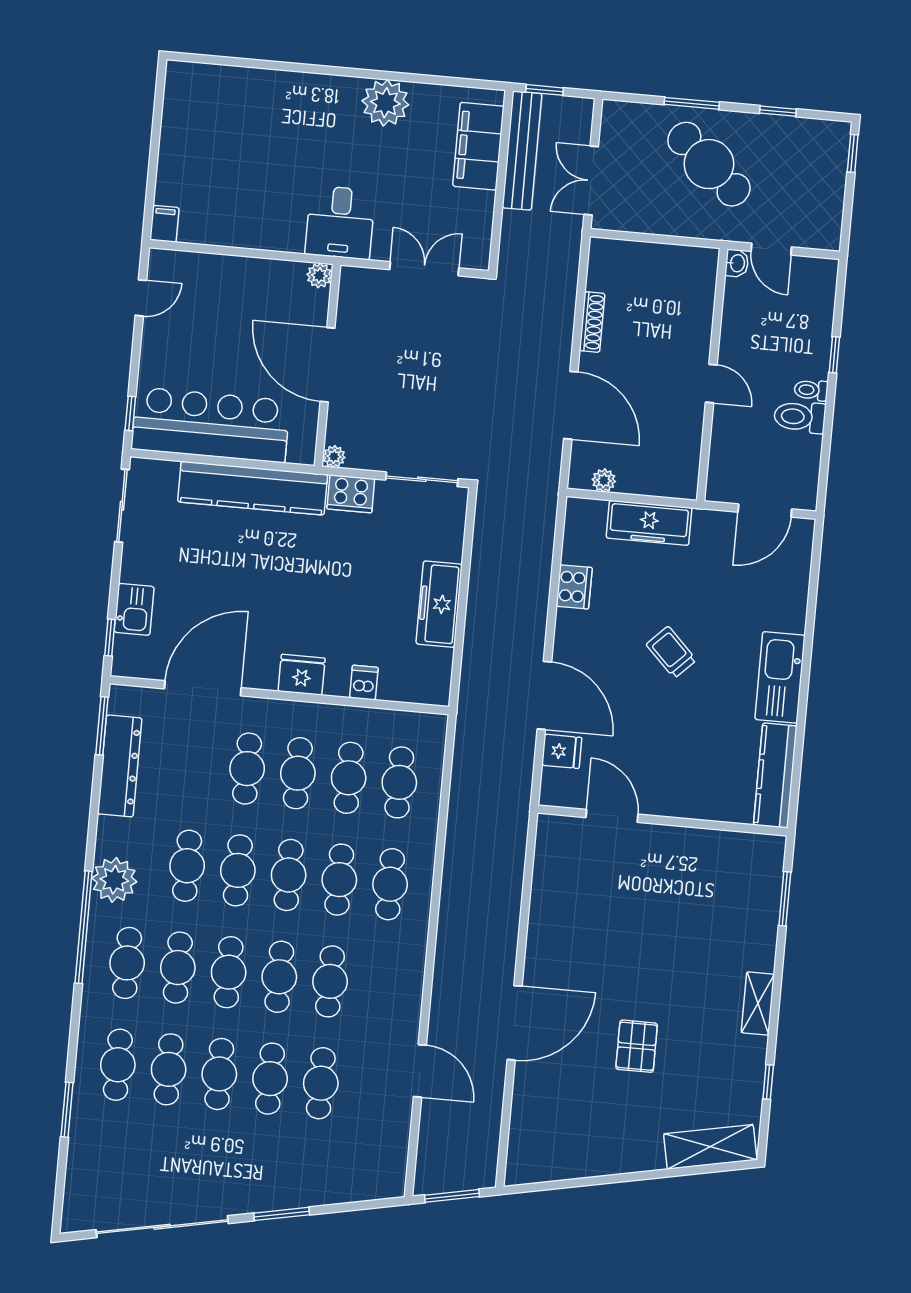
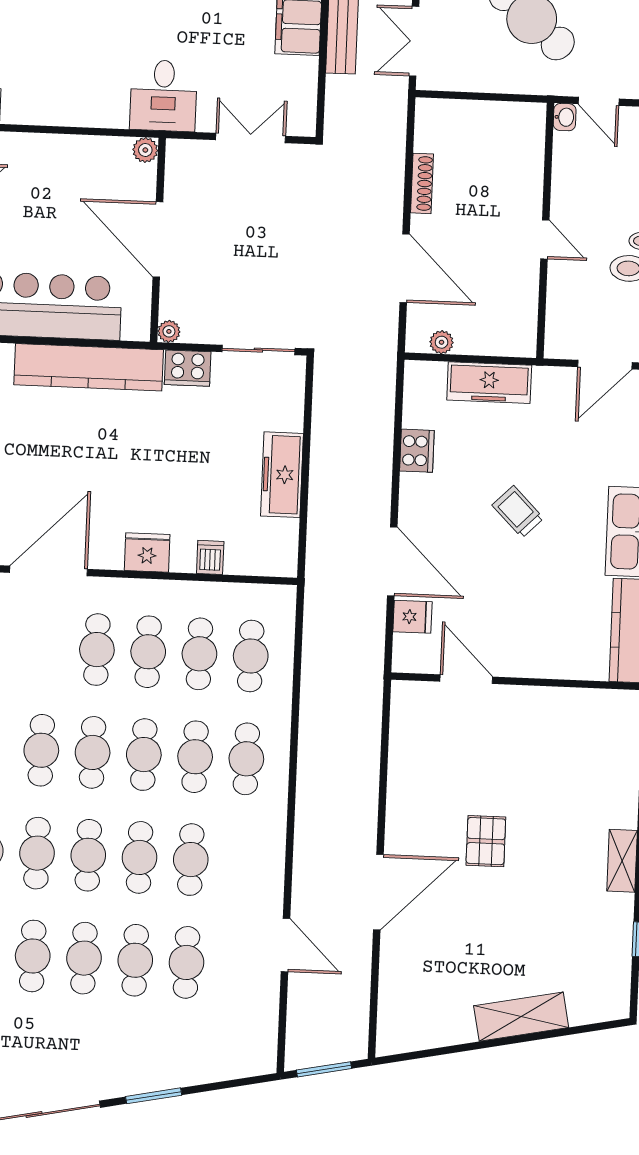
pallet: (637, 1046) -> (486, 841), moved
shelving: (710, 1147) -> (521, 1017), moved

